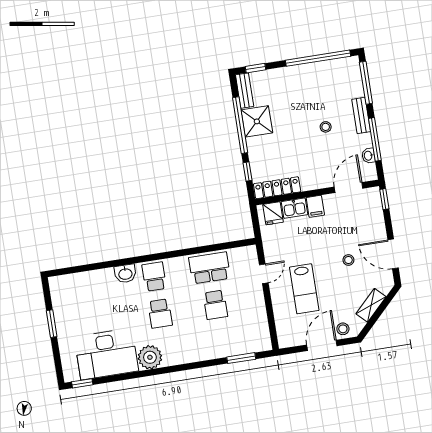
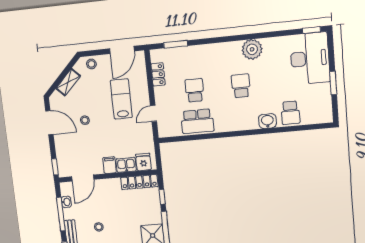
school desk: (154, 277) -> (290, 113), moved
locker: (261, 321) -> (158, 74), added
door: (322, 345) -> (122, 50), moved
desk: (106, 354) -> (310, 58), moved, turned 90

